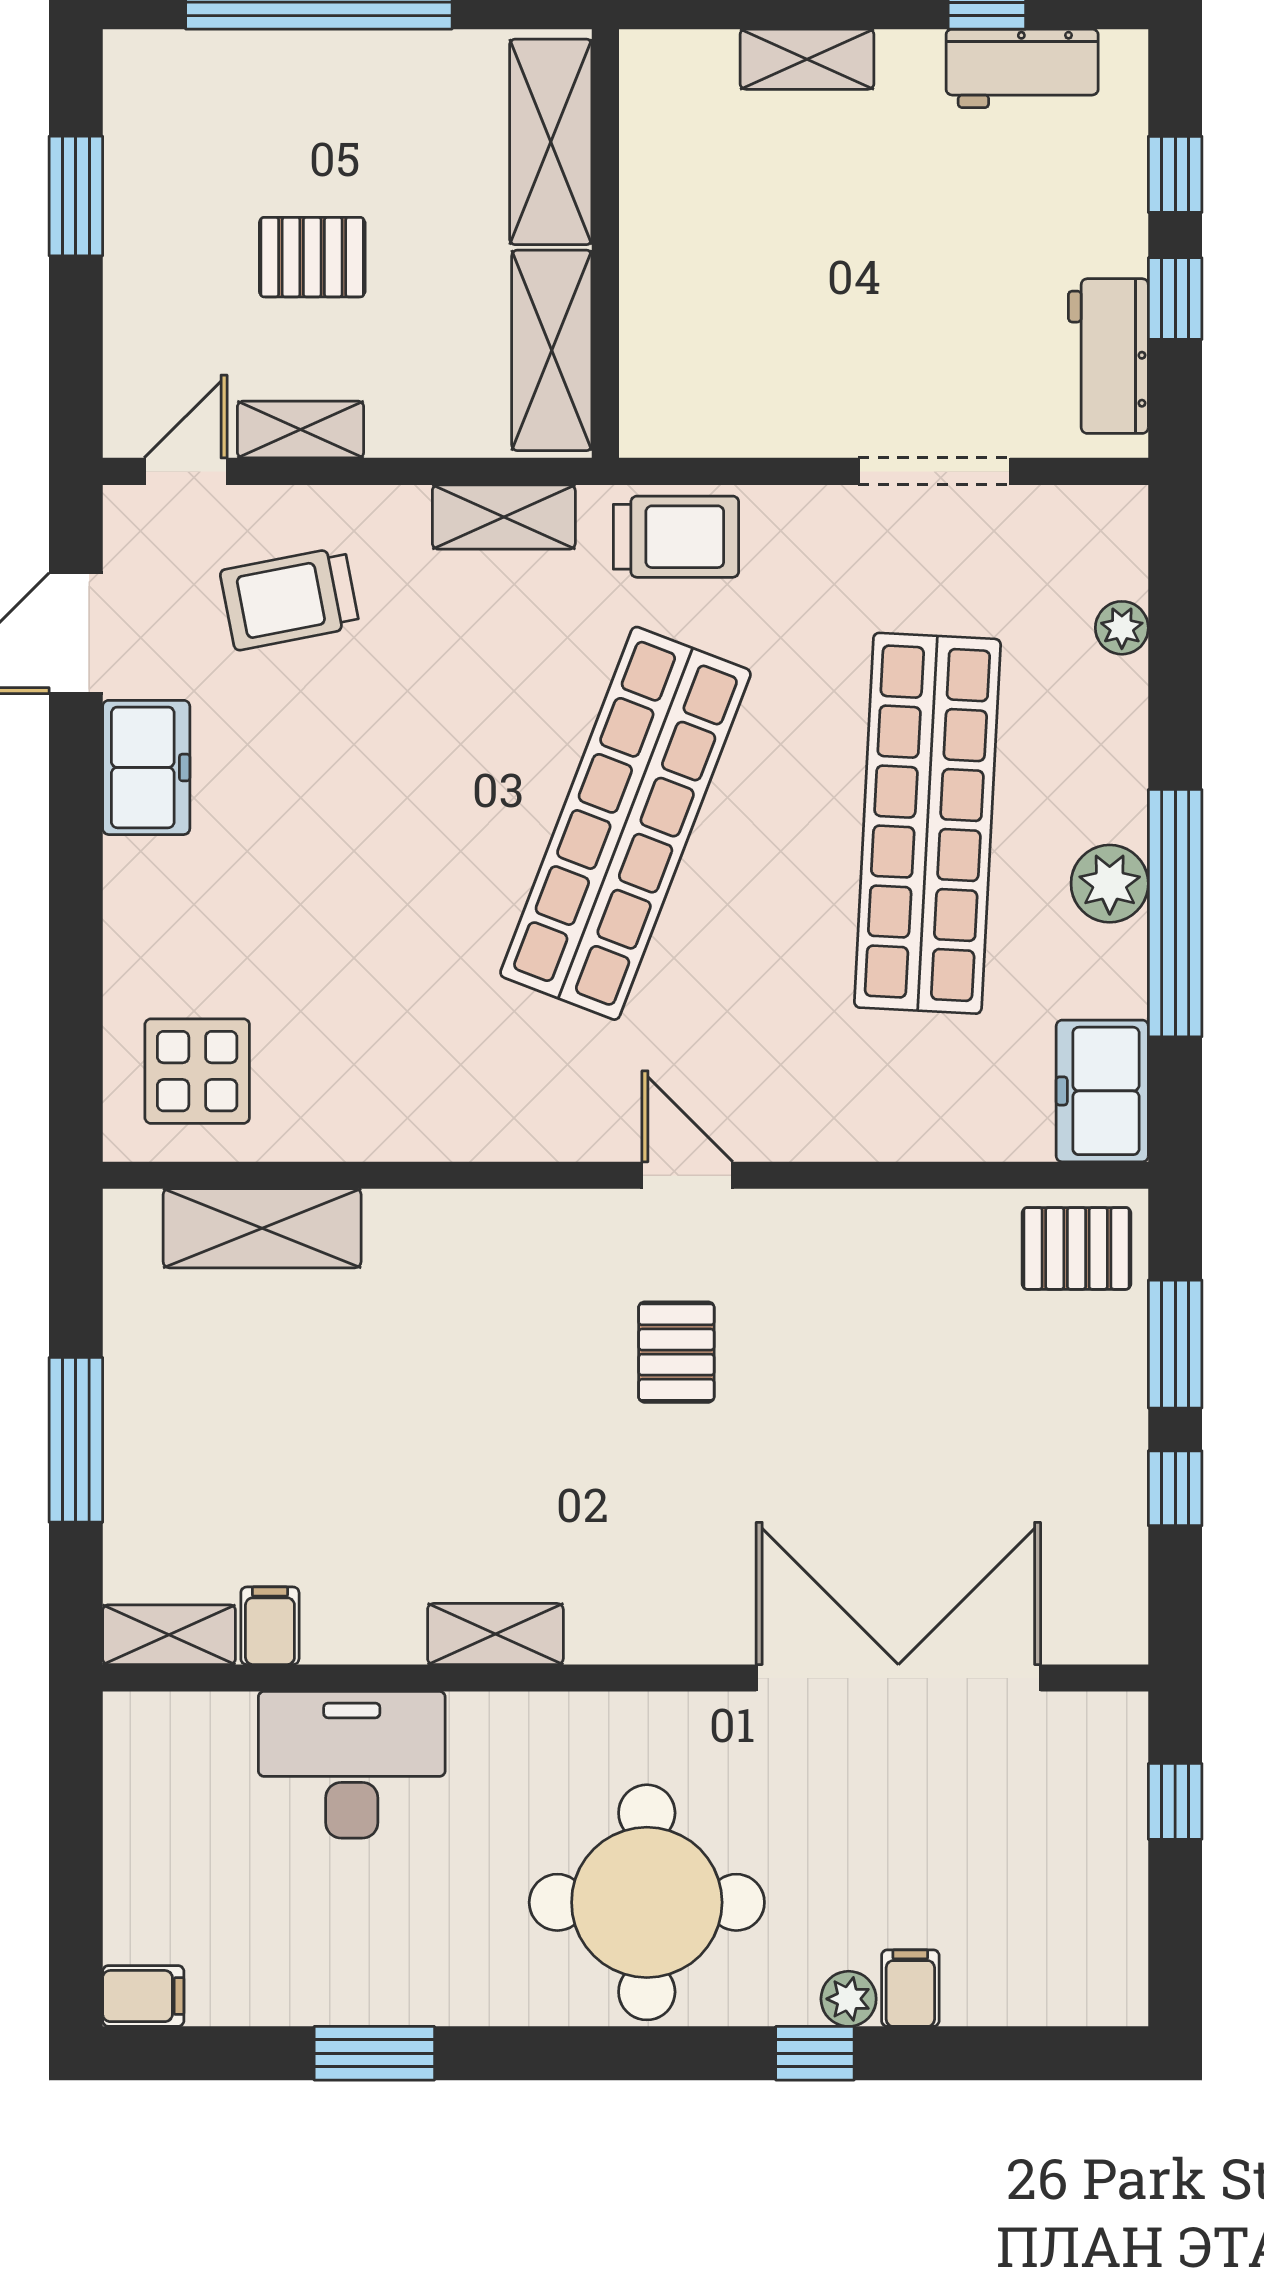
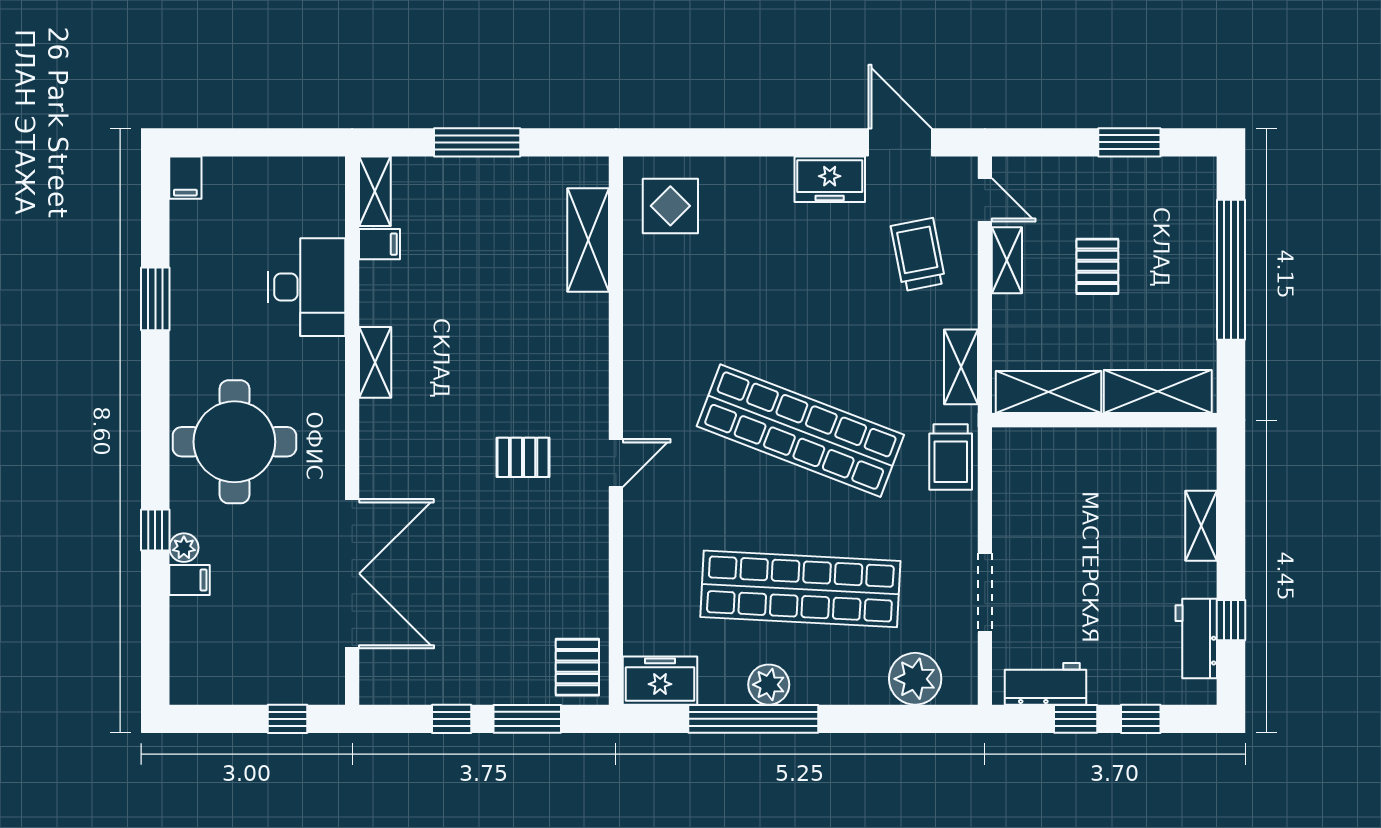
plant: (1122, 628) -> (915, 679), width x1.87, depth x1.87

